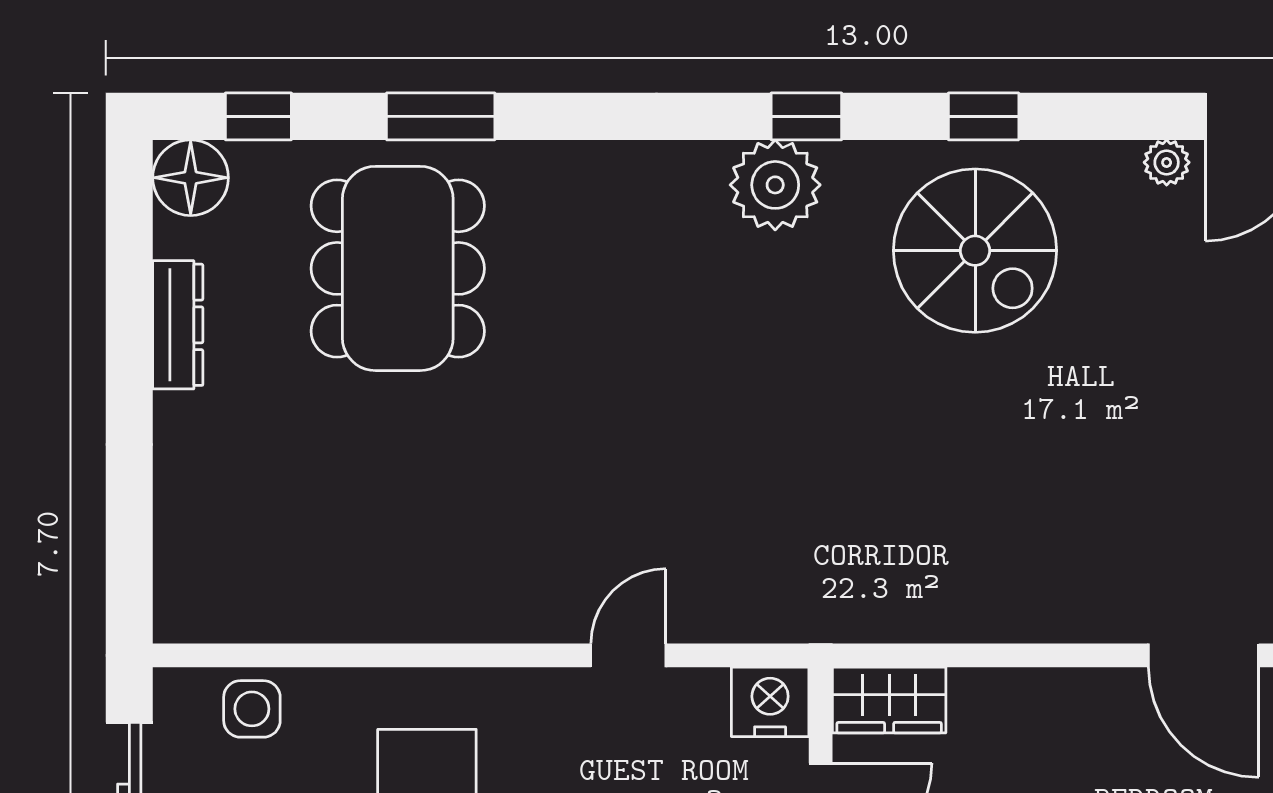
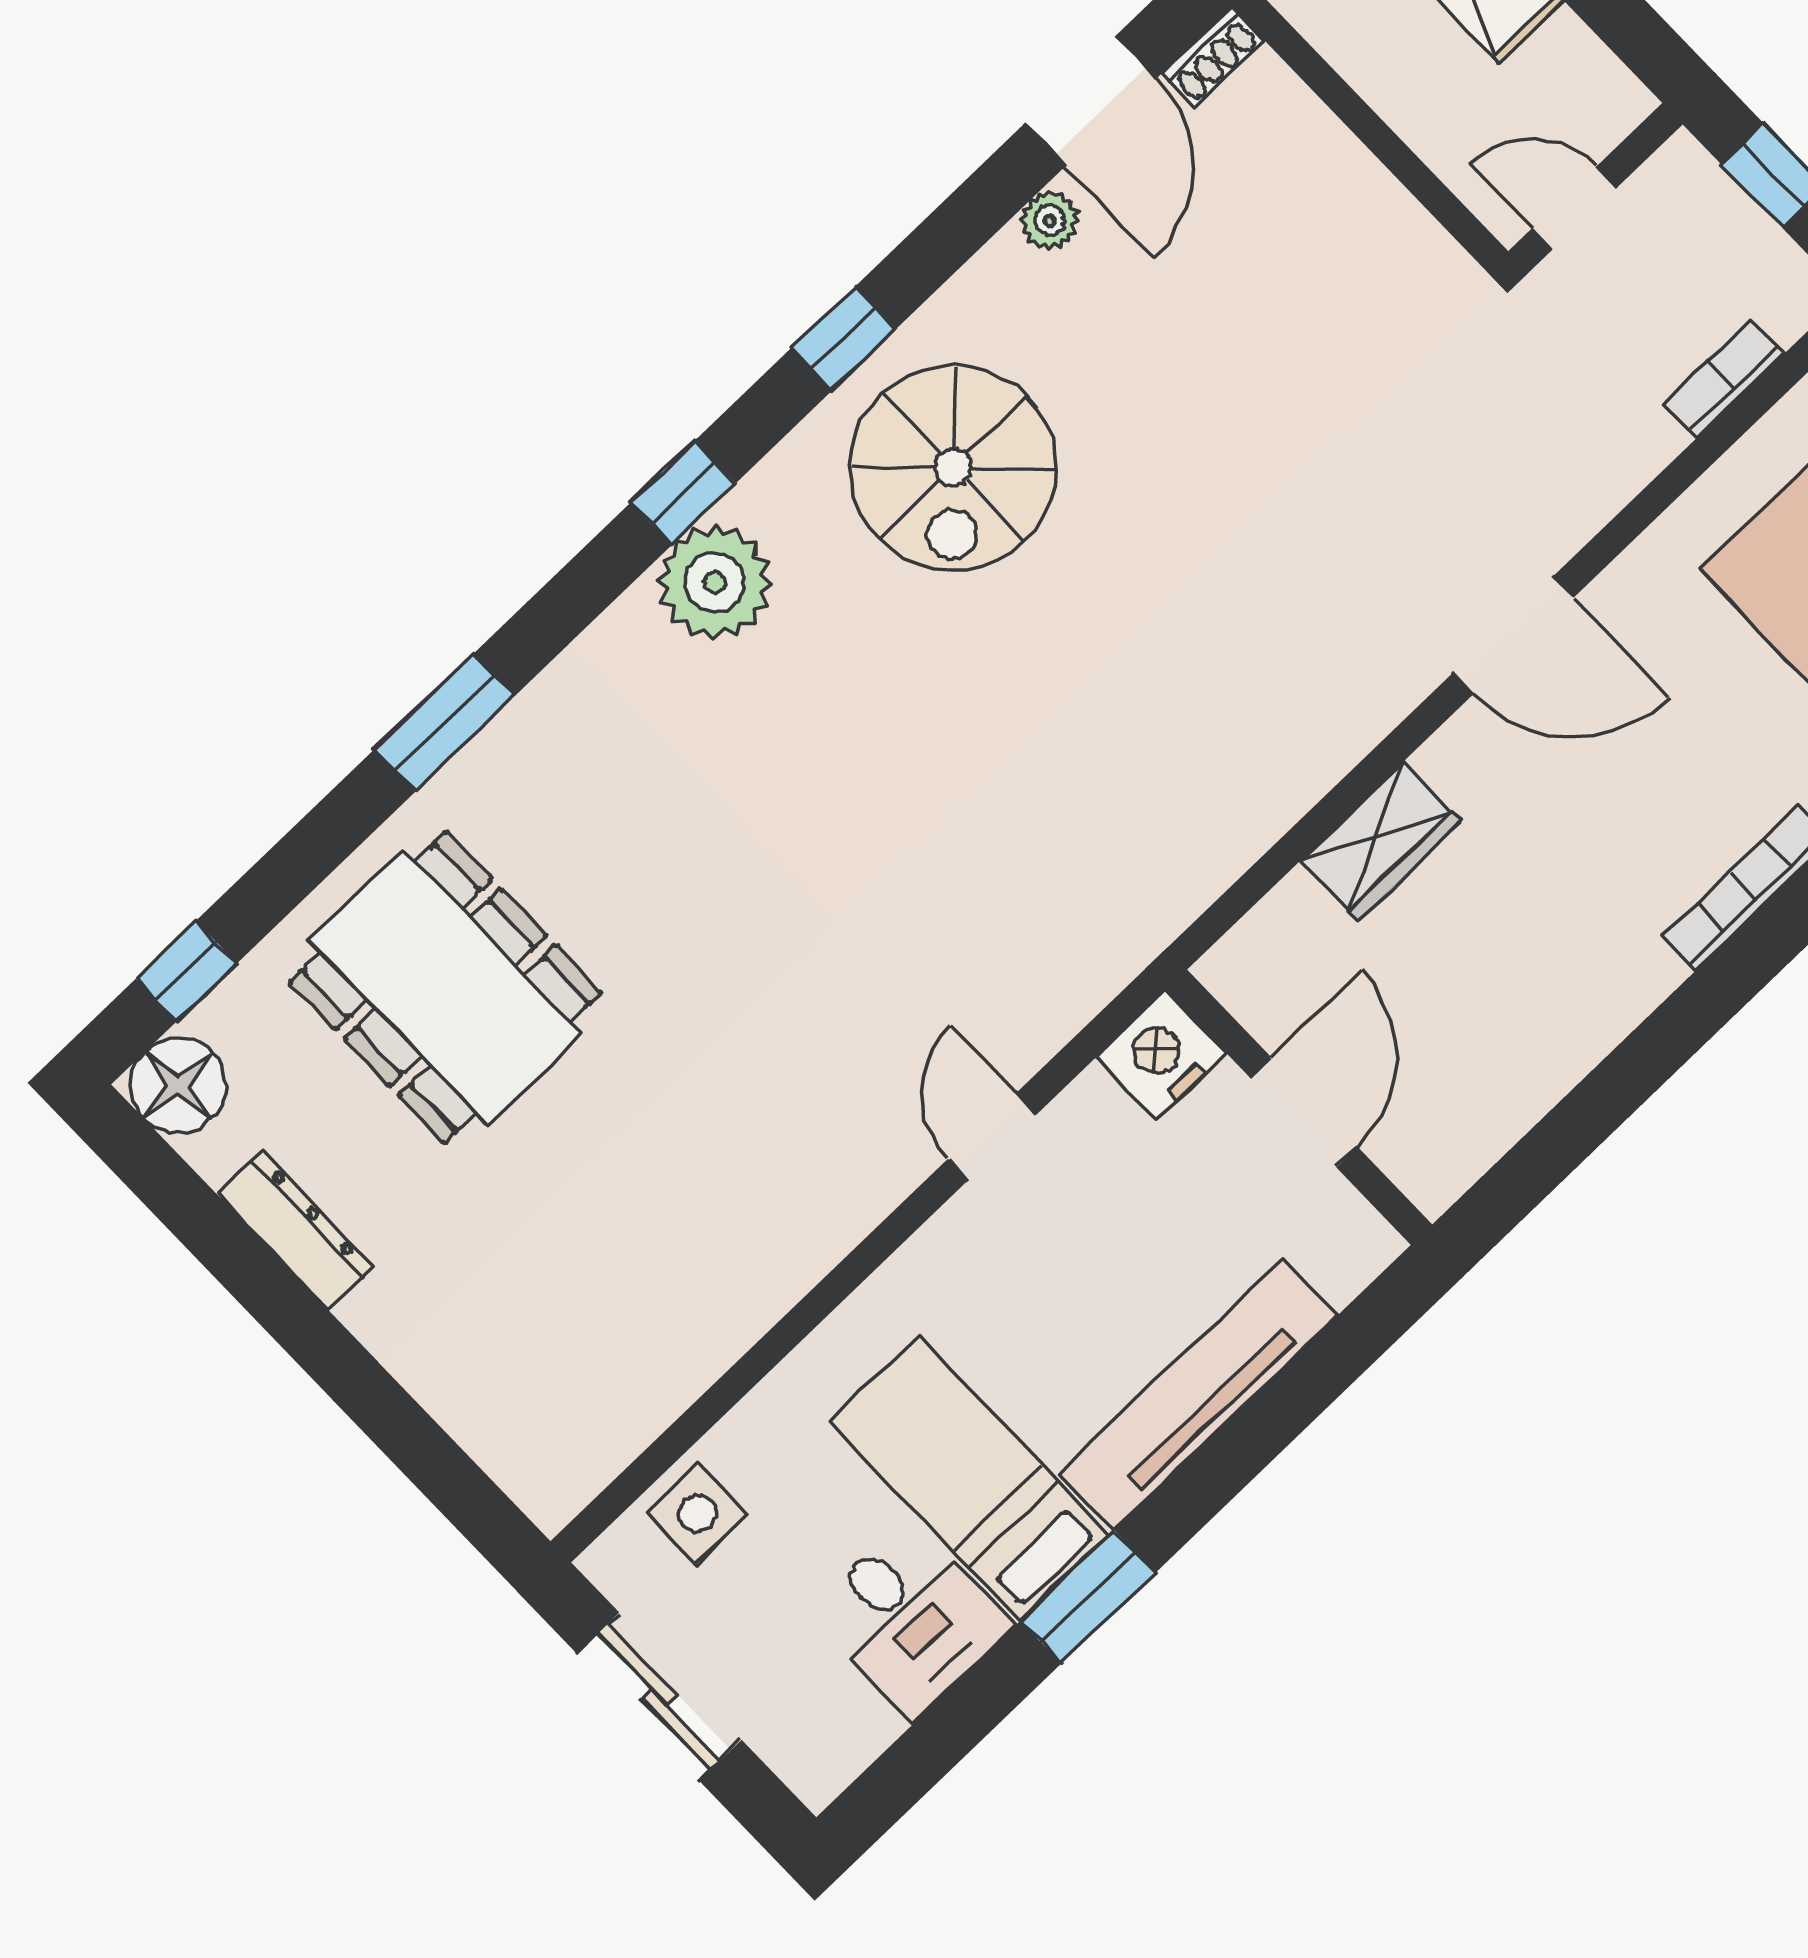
window: (441, 116) -> (445, 722), moved
spiral stairs: (975, 251) -> (953, 468), turned 90
wardrobe: (889, 700) -> (1380, 841), moved

